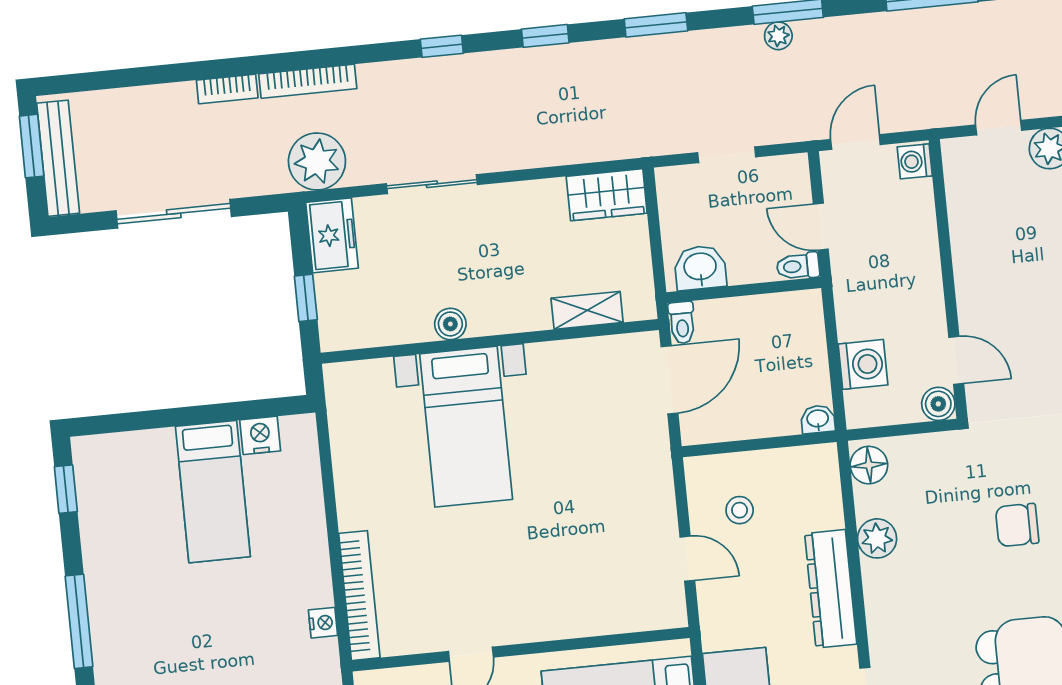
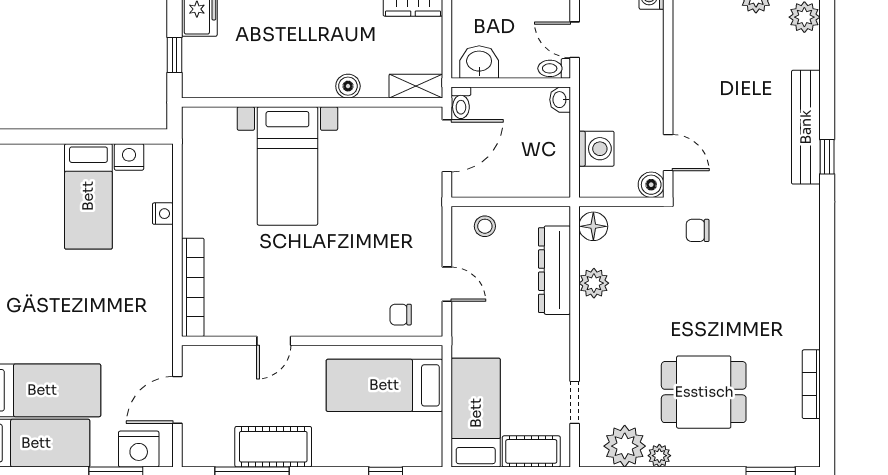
shelving: (587, 310) -> (416, 86), moved
boiler: (450, 324) -> (348, 86), moved
washbasin: (818, 419) -> (560, 100), moved, turned -90
stool: (740, 510) -> (485, 226), moved
chair: (1017, 525) -> (698, 230), moved, width x0.73, depth x0.73
dresser: (831, 589) -> (555, 270), moved
chair: (631, 604) -> (401, 315), added
nightstand: (323, 623) -> (163, 214), moved

